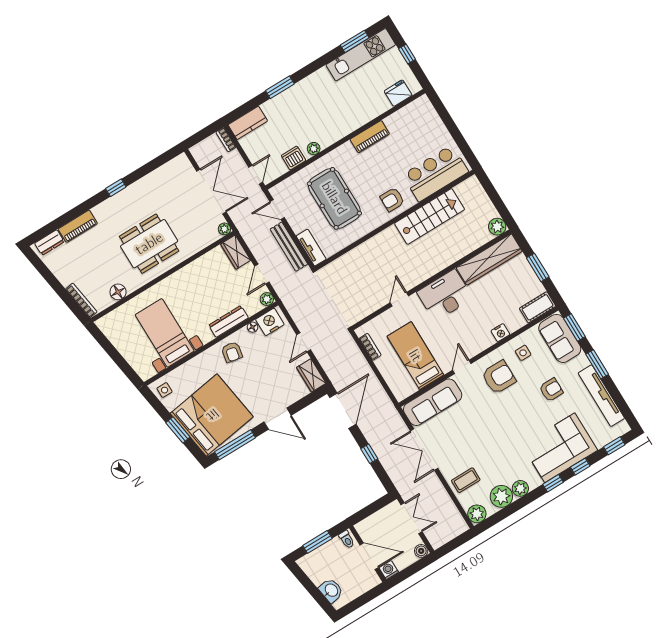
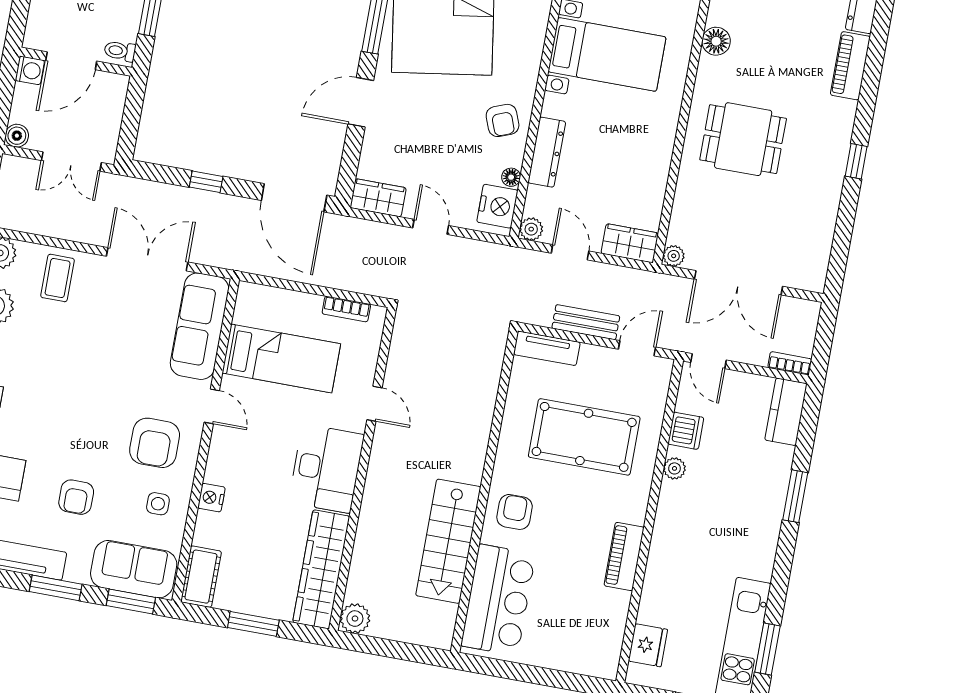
dining table: (149, 244) -> (743, 139), width x0.73
bench: (289, 247) -> (586, 322), width x0.73
armchair: (232, 352) -> (503, 120), turned -122

